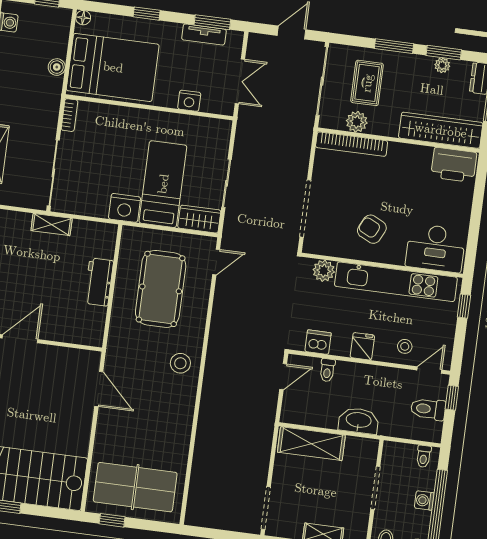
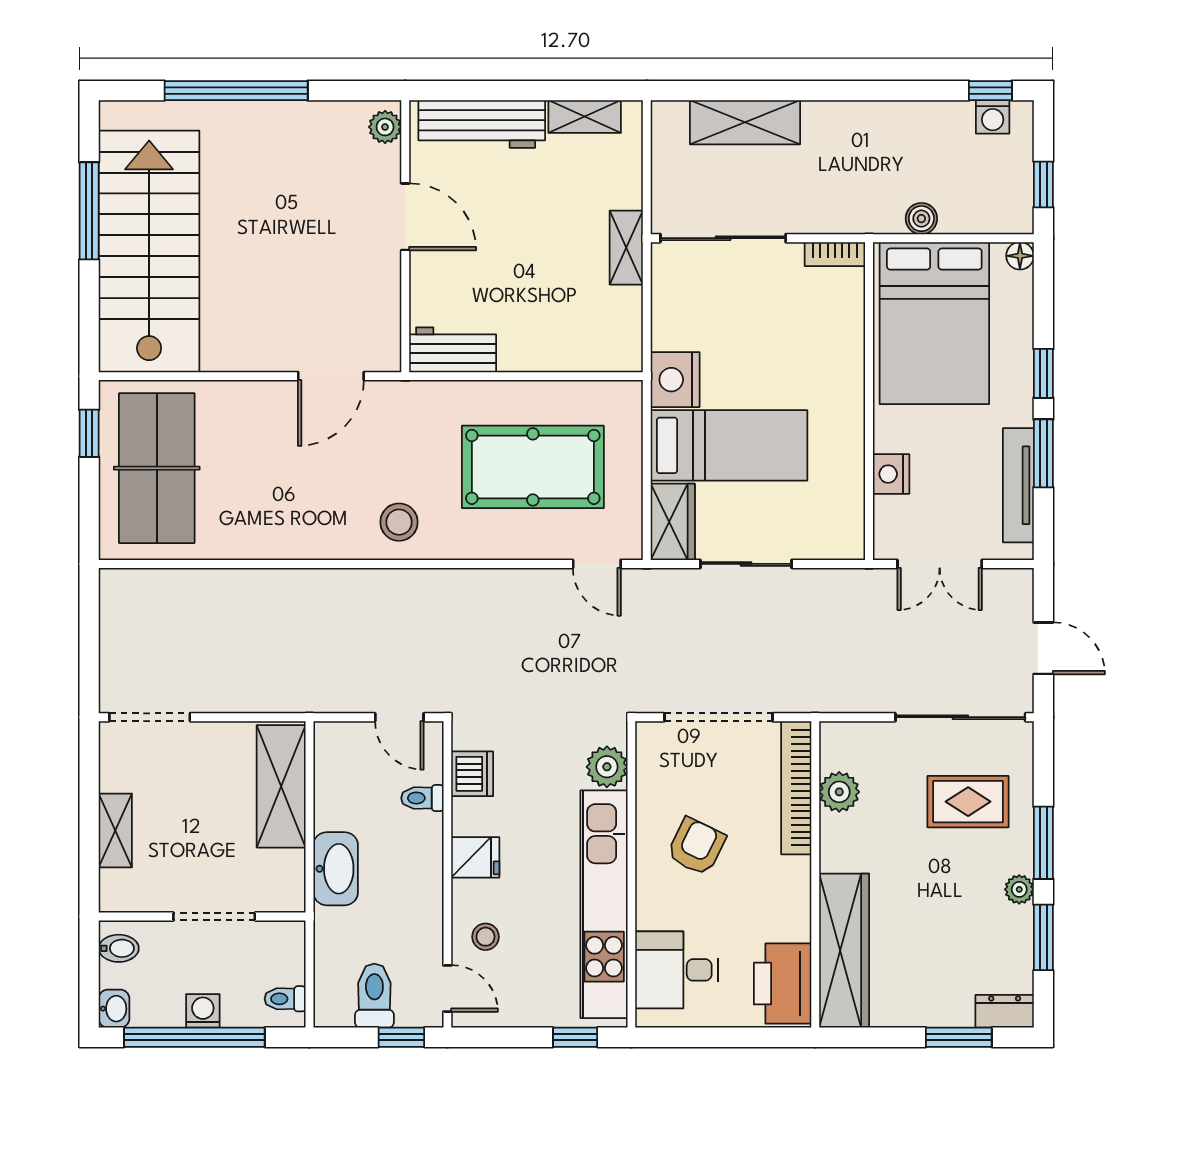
window: (212, 22) -> (1043, 453), moved
tv unit: (204, 34) -> (1018, 485), width x1.41
plant: (442, 65) -> (1019, 889), moved
plant: (357, 122) -> (839, 792), moved
wardrobe: (441, 130) -> (844, 951), moved
wall: (399, 140) -> (815, 874), moved
bookcase: (352, 144) -> (796, 788), moved
printer: (454, 165) -> (783, 984), moved
desk: (436, 248) -> (677, 970), width x0.73
workbench: (99, 282) -> (453, 350), moved

